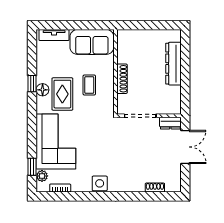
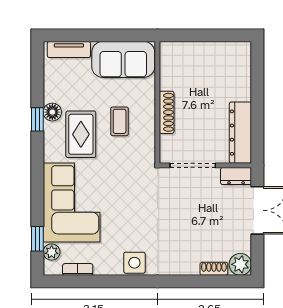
dresser: (173, 64) -> (240, 133), moved
floor lamp: (43, 90) -> (52, 112), moved
plant: (173, 185) -> (240, 264), added

